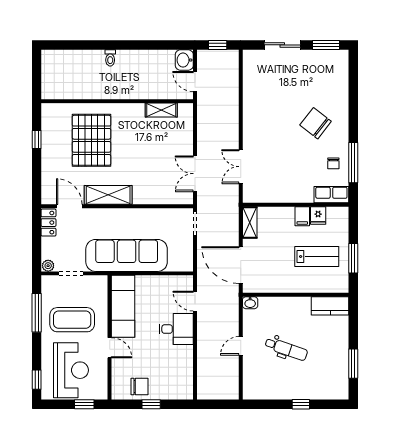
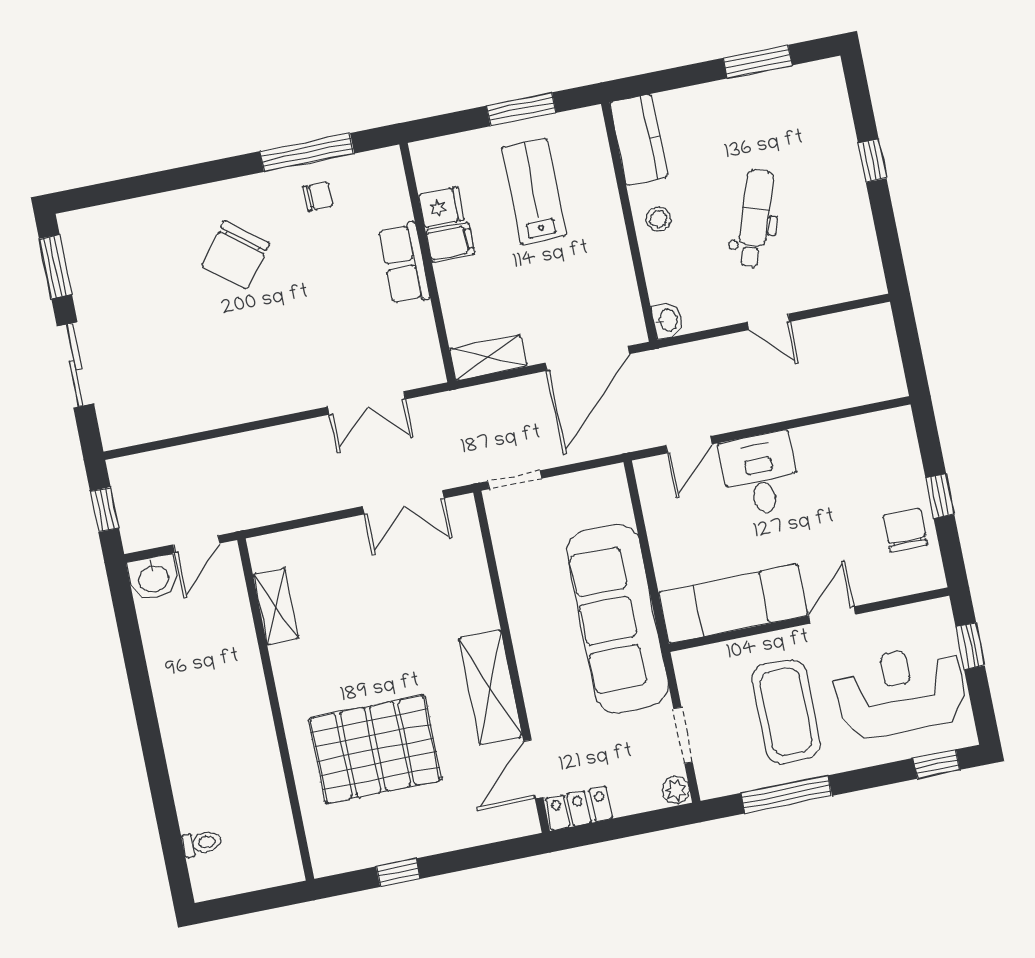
toilet: (110, 58) -> (202, 843), moved
row of seats: (331, 195) -> (404, 264), moved
stool: (294, 308) -> (658, 219), added

